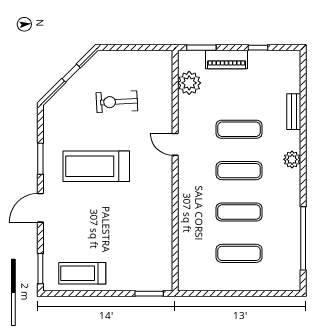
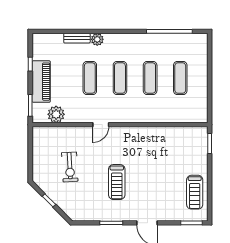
piano: (227, 59) -> (41, 82), width x1.37, depth x1.33
plant: (292, 159) -> (97, 39), moved
treadmill: (96, 166) -> (117, 182), width x0.73, depth x0.73

